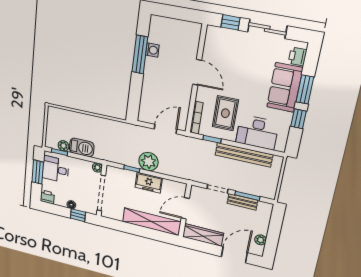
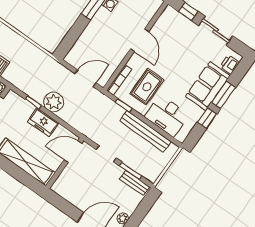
bench: (242, 202) -> (135, 183), moved
door: (185, 208) -> (73, 152), moved
wardrobe: (203, 235) -> (70, 194), removed

